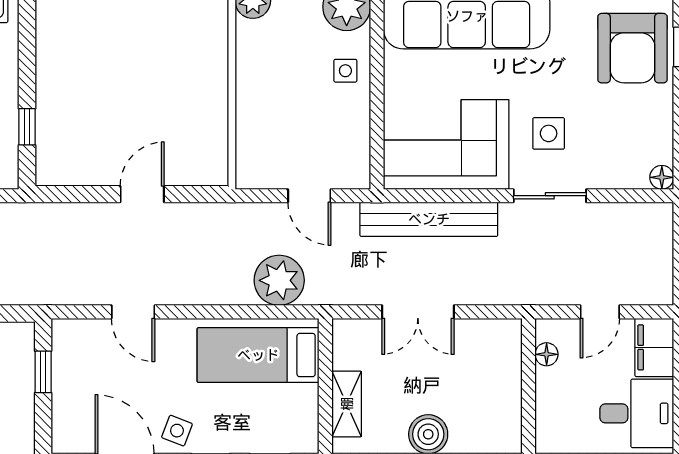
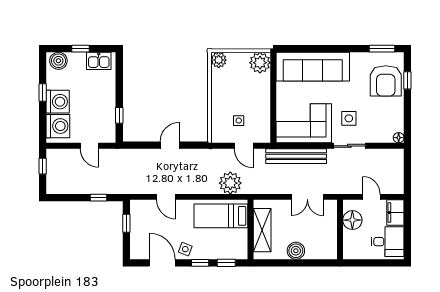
side table: (345, 71) -> (239, 121), moved
double door: (418, 312) -> (307, 197), moved
door: (600, 312) -> (371, 197), swing flipped
floor lamp: (547, 354) -> (352, 220), width x1.89, depth x1.89
shelving: (347, 404) -> (262, 230), width x1.50, depth x1.33

